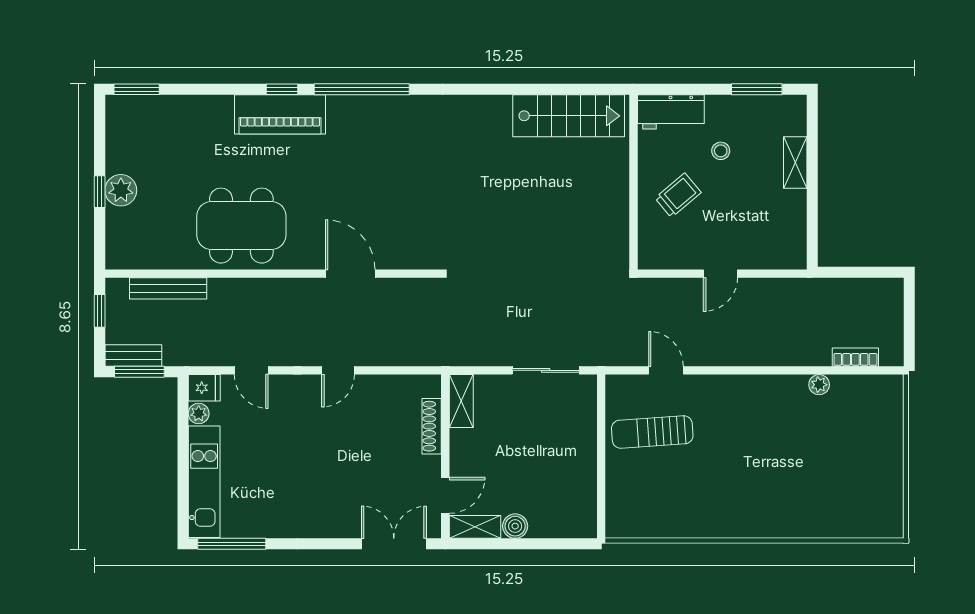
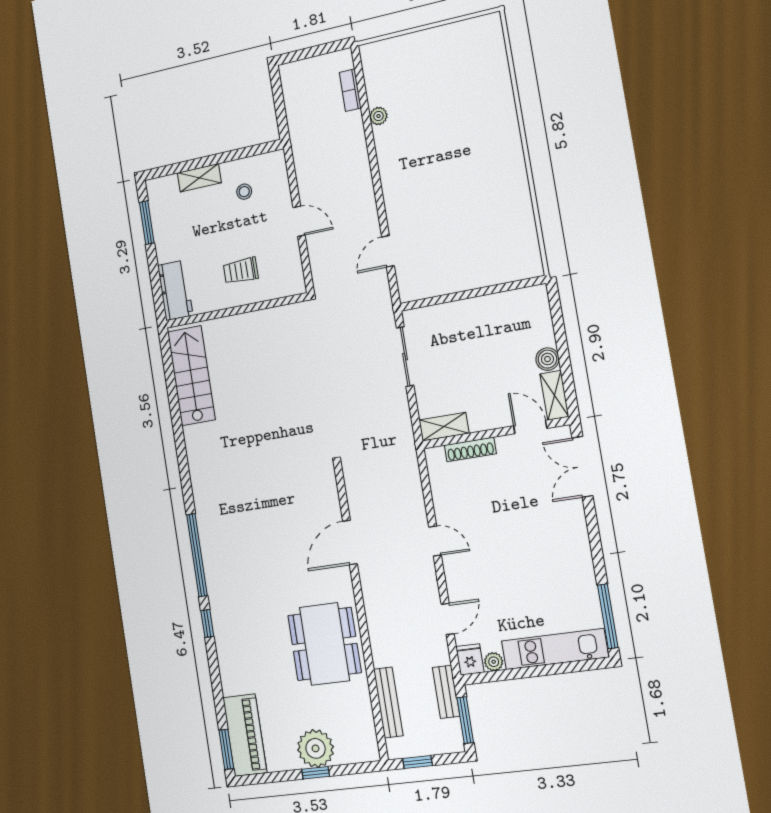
piano: (280, 114) -> (245, 735), moved
stool: (721, 151) -> (244, 192), moved
plant: (121, 190) -> (316, 748), width x1.36, depth x1.36
trolley: (678, 195) -> (241, 271), turned -50
bench: (133, 356) -> (446, 692), moved
sun lounger: (652, 432) -> (443, 253), removed

